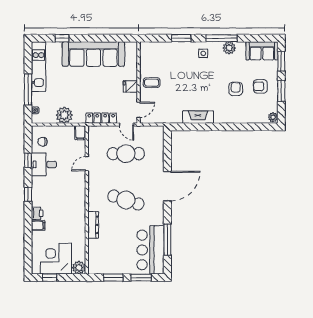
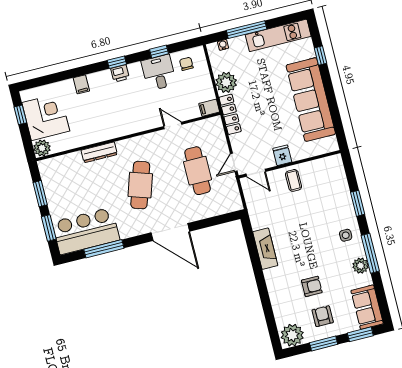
plant: (273, 117) -> (292, 335), width x1.87, depth x1.87
locker: (101, 118) -> (230, 114), moved
printer: (37, 213) -> (120, 73), moved

